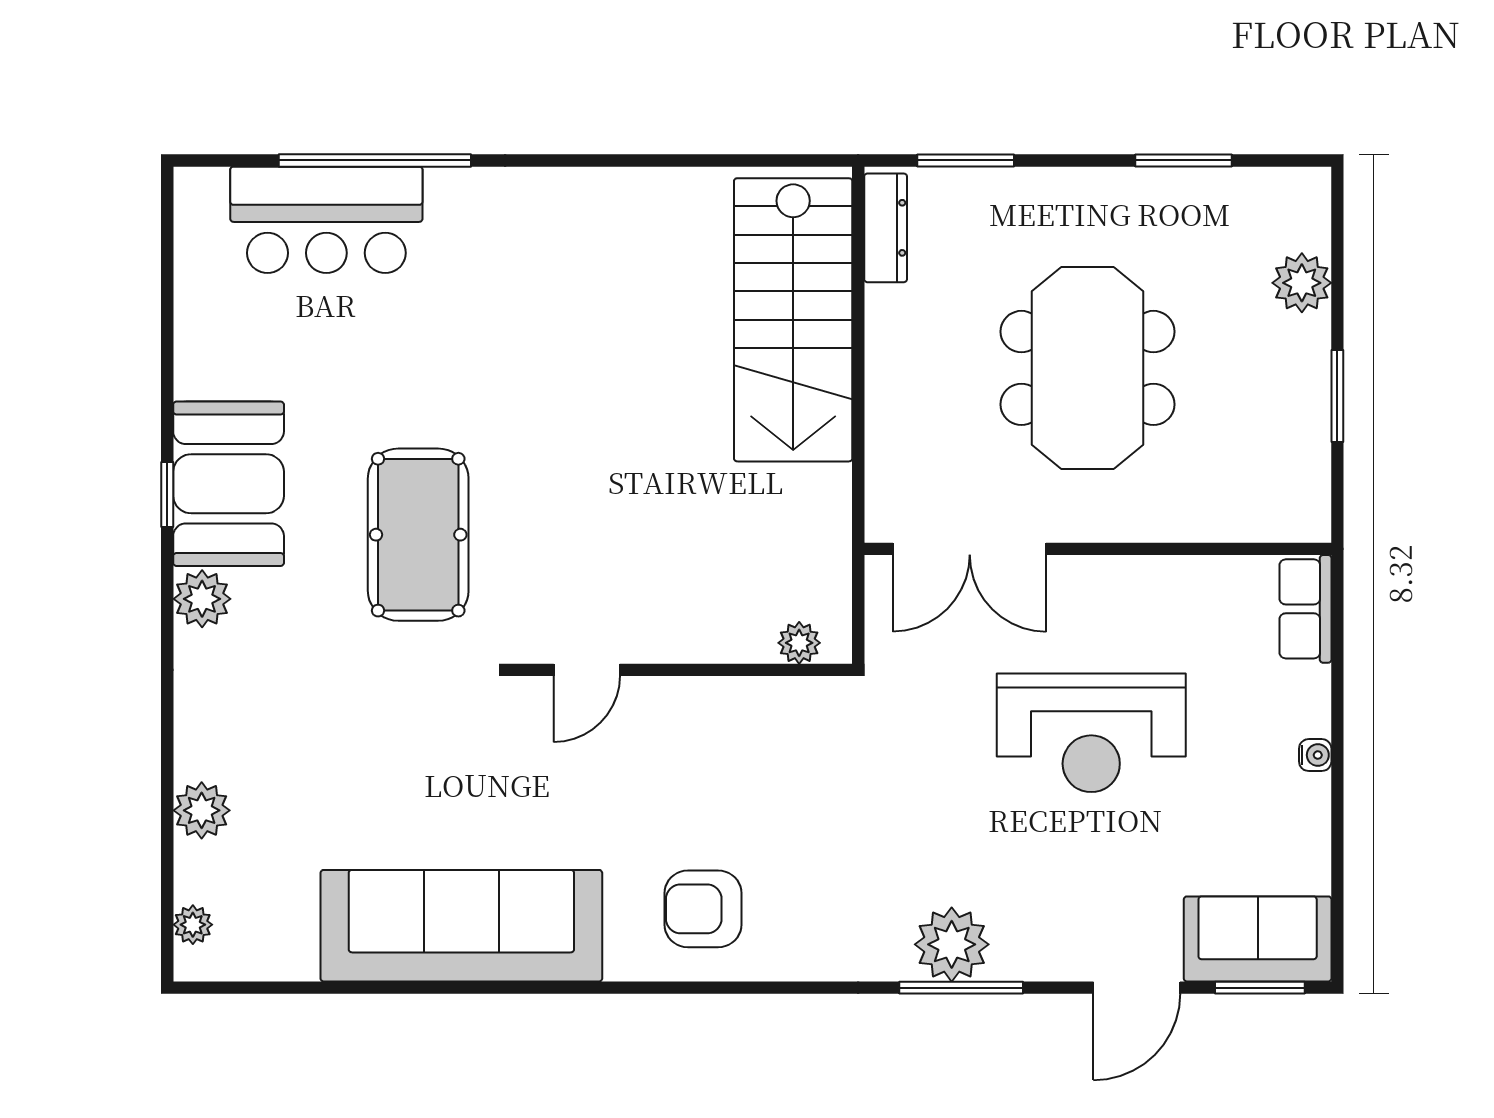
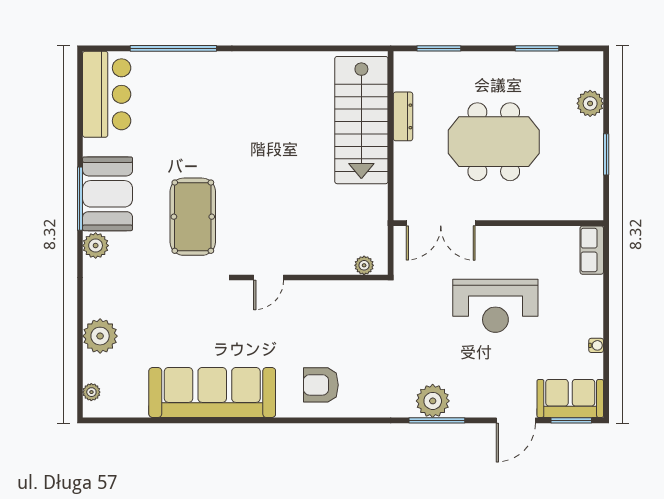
bar counter: (326, 220) -> (107, 94), moved, turned -90
dresser: (886, 228) -> (403, 116), moved
meeting table: (1087, 368) -> (494, 142), turned 90
window: (167, 495) -> (80, 199), width x2.17
water cooler: (1315, 755) -> (596, 345), moved
plant: (202, 810) -> (100, 336), width x1.36, depth x1.36

